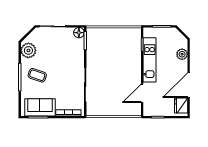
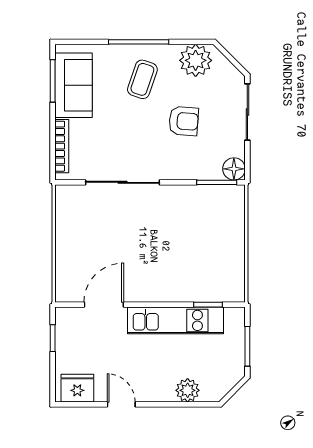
armchair: (57, 56) -> (184, 121), added
door: (189, 85) -> (121, 404), width x0.53
door: (142, 93) -> (104, 305), hinge flipped

